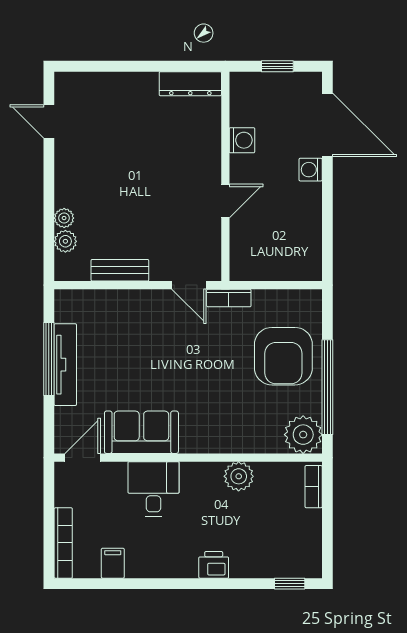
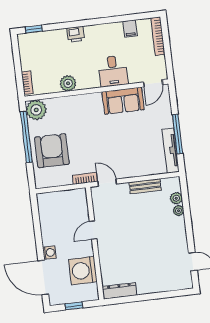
washing machine: (242, 140) -> (83, 271), width x1.89, depth x1.89
tv unit: (65, 365) -> (171, 151), moved

